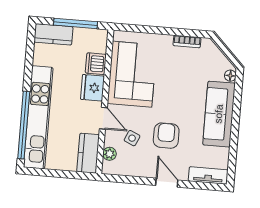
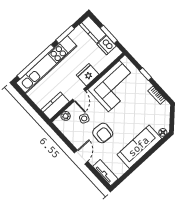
window: (75, 23) -> (109, 34), width x0.69
window: (154, 30) -> (145, 74), added
dishwasher: (96, 64) -> (107, 45), moved, turned -90
window: (29, 66) -> (65, 34), added
armchair: (166, 136) -> (103, 133), turned 94

